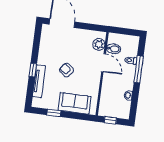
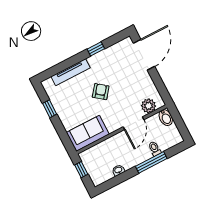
bidet: (114, 49) -> (166, 118), moved
window: (33, 70) -> (96, 49), moved
sofa: (75, 103) -> (88, 133), moved, turned -90

